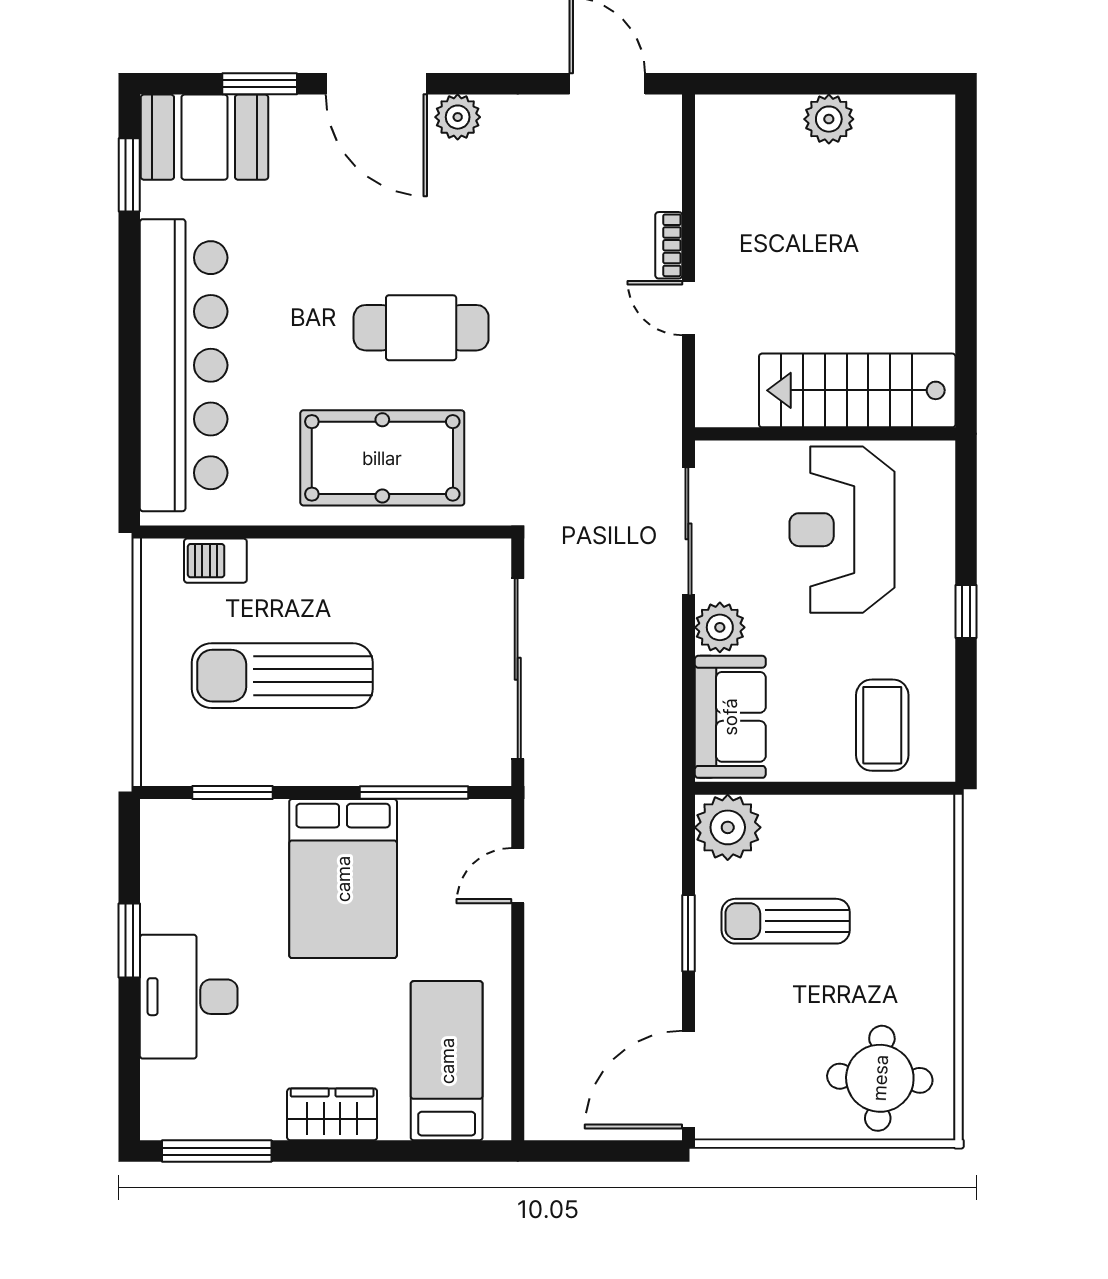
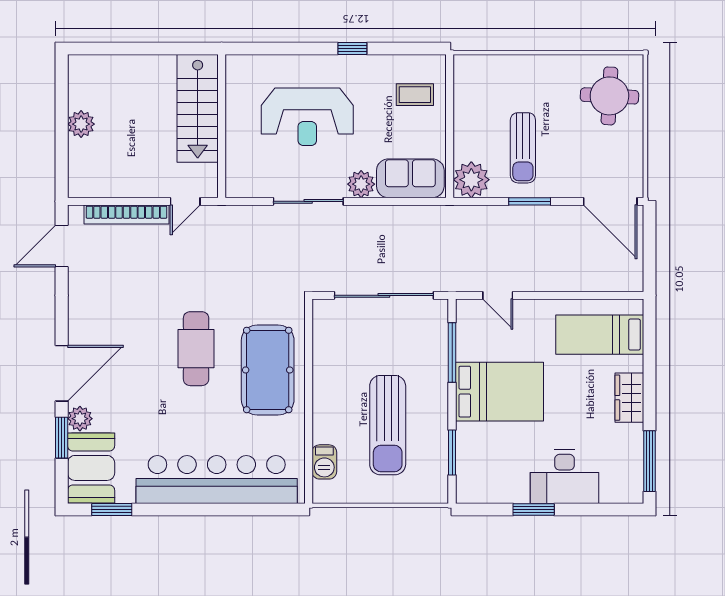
plant: (458, 117) -> (80, 419), moved
bookcase: (669, 245) -> (127, 214), width x2.31, depth x1.31
stairs: (857, 390) -> (198, 108), moved
wall: (825, 434) -> (222, 126), moved
coffee table: (882, 725) -> (415, 95), width x0.73, depth x0.77

